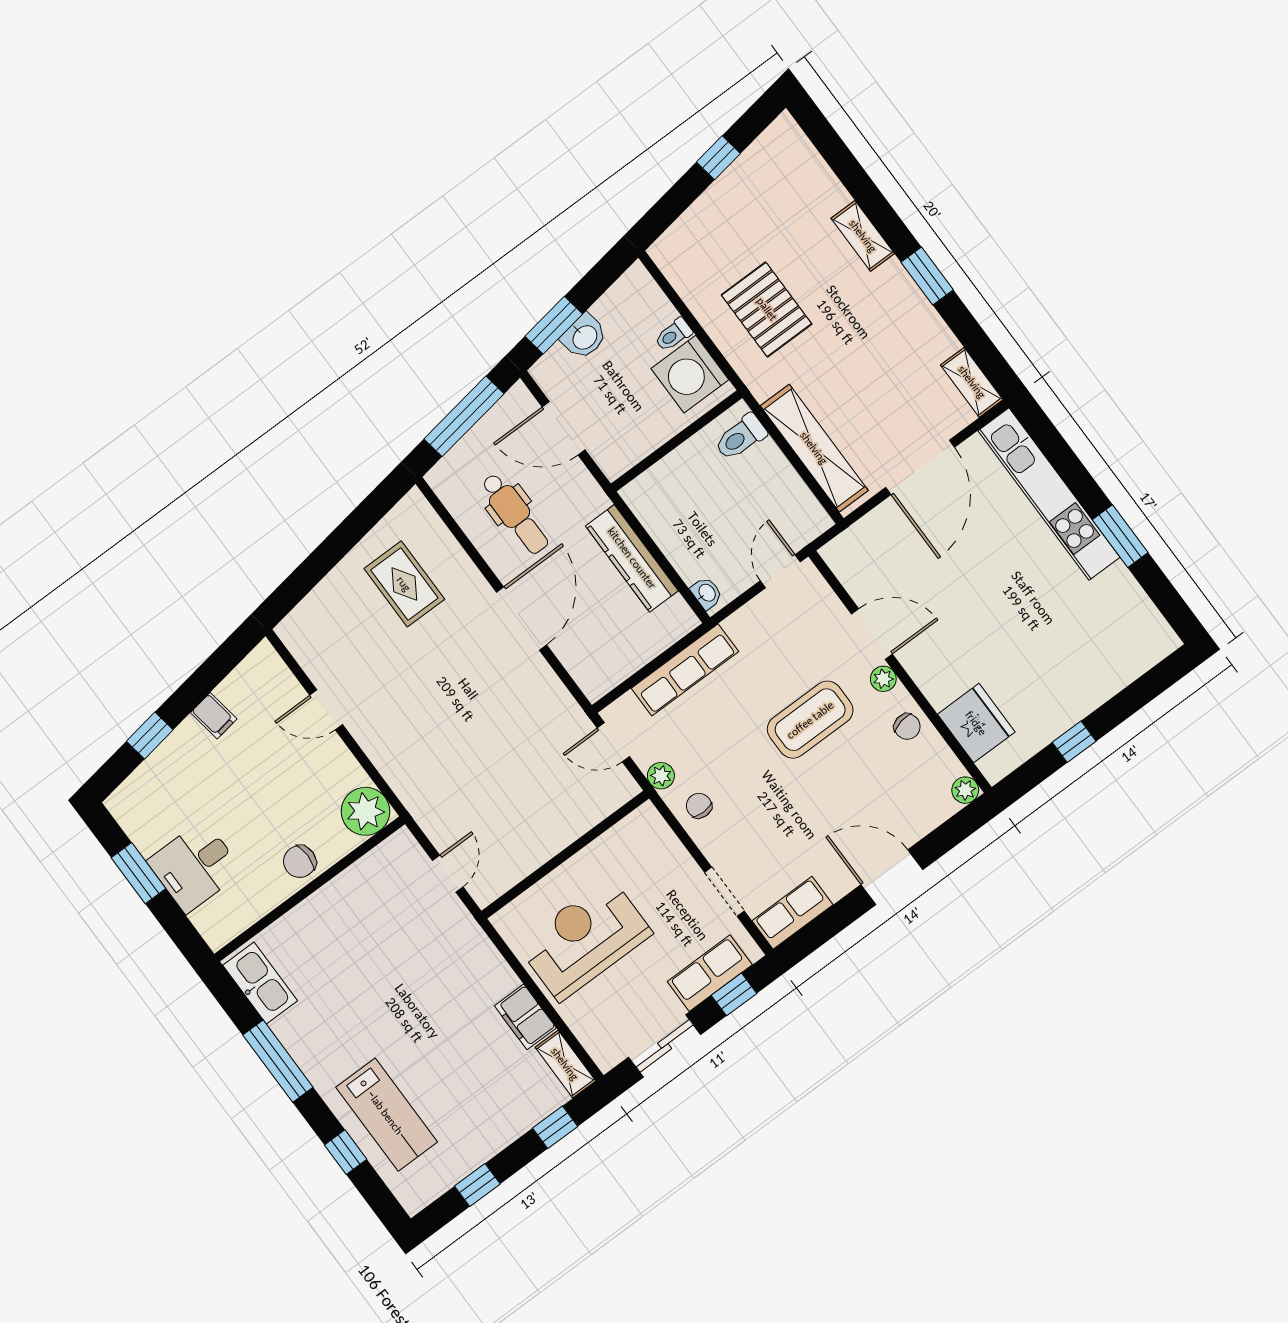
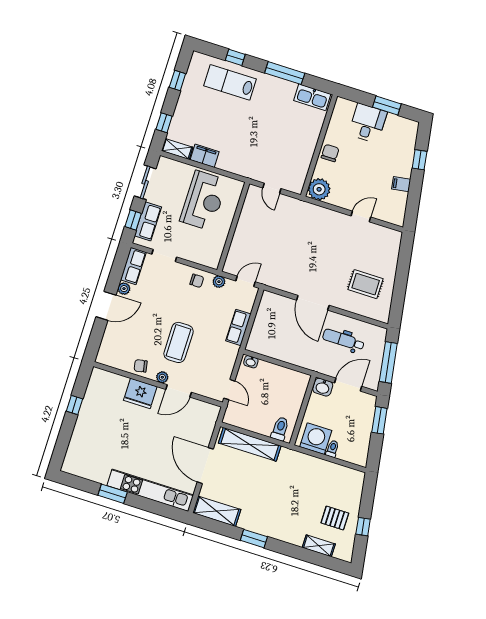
shelving: (863, 236) -> (319, 546), moved
pallet: (767, 309) -> (335, 518), moved, width x0.67, depth x0.71
washbasin: (584, 337) -> (323, 387), moved, turned -81
shelving: (972, 382) -> (217, 511), width x1.50, depth x1.33
kitchen counter: (632, 558) -> (288, 355), removed
row of seats: (685, 670) -> (238, 327), width x0.68
fridge: (976, 723) -> (140, 393), moved
plant: (965, 790) -> (124, 289), moved

